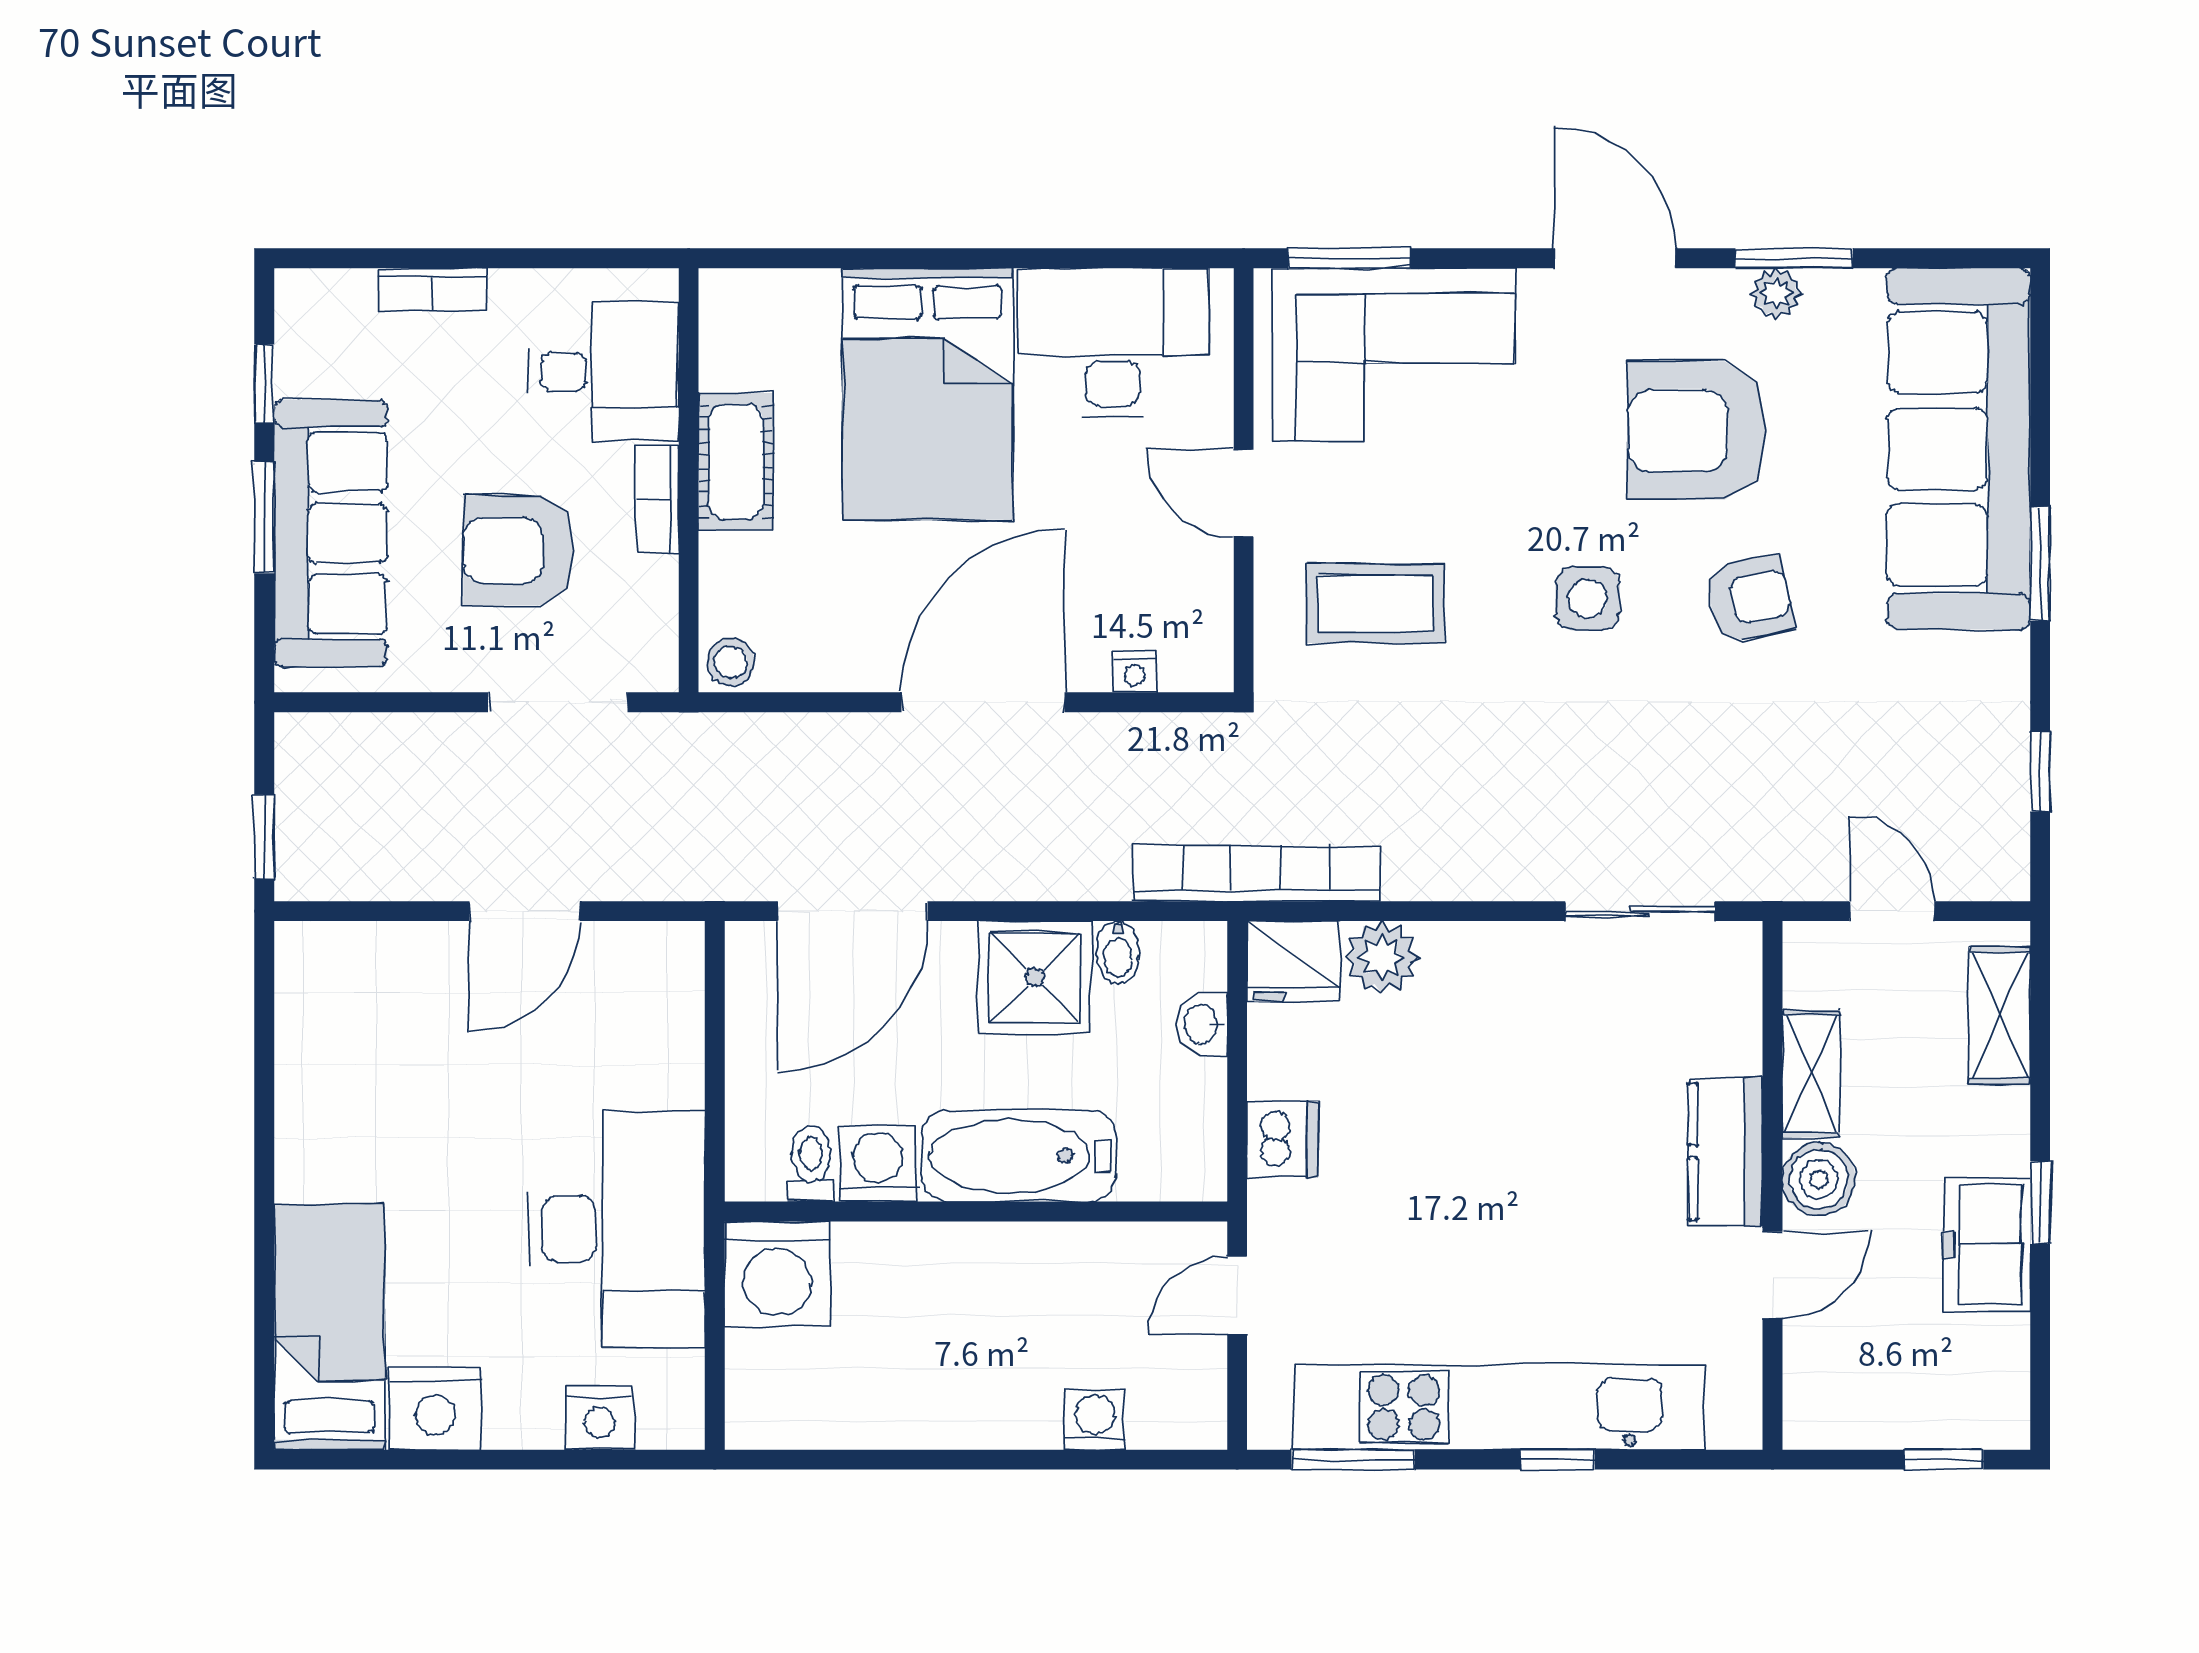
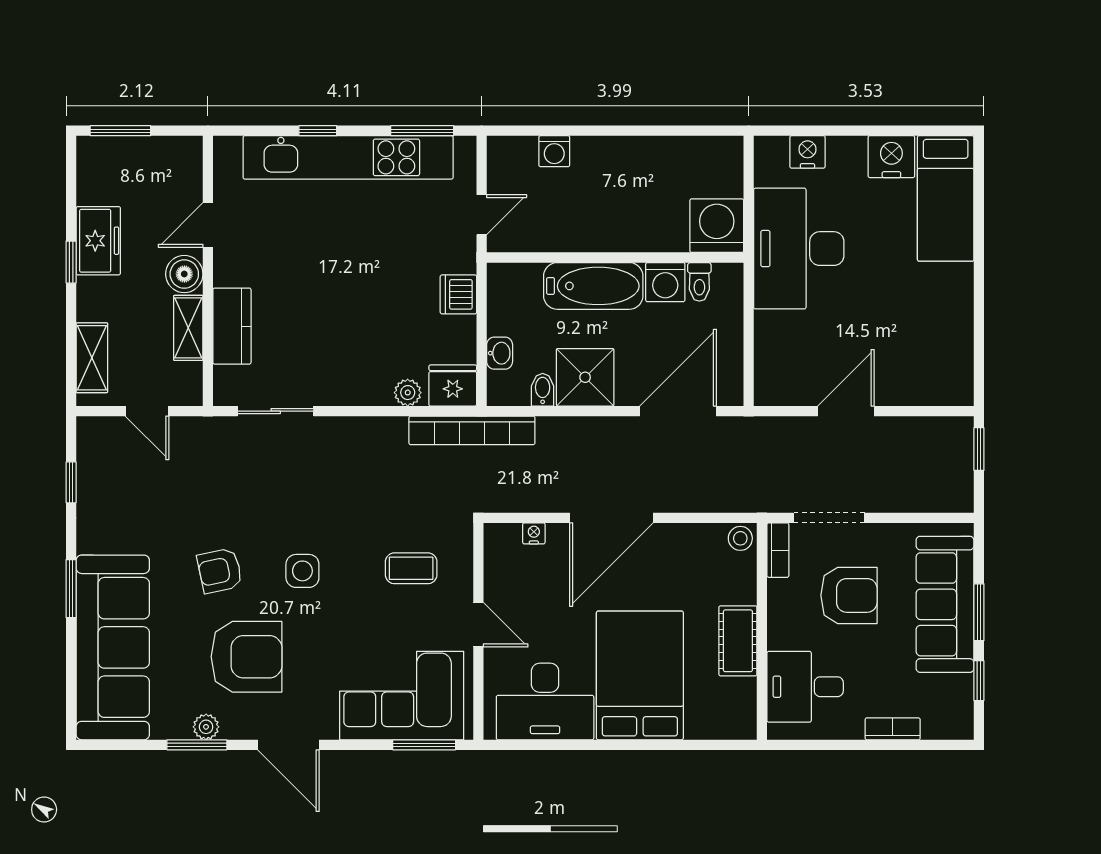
bookcase: (657, 500) -> (778, 550), moved
coffee table: (1375, 604) -> (411, 568), width x0.73, depth x0.77
plant: (1382, 957) -> (408, 393), width x0.73, depth x0.73
kitchen counter: (1725, 1152) -> (232, 326), moved
window: (1944, 1460) -> (120, 131), width x1.50

